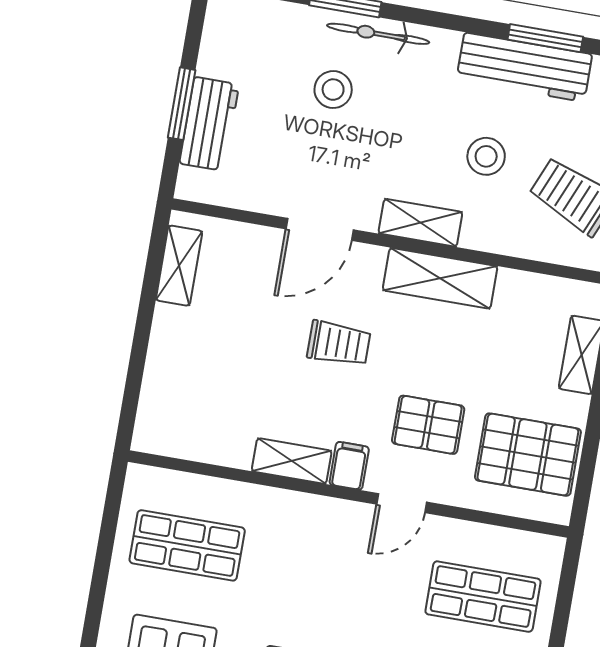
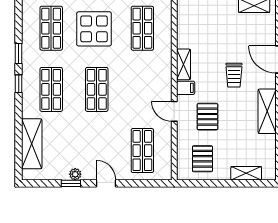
pallet: (528, 455) -> (202, 159), width x0.67, depth x0.71

